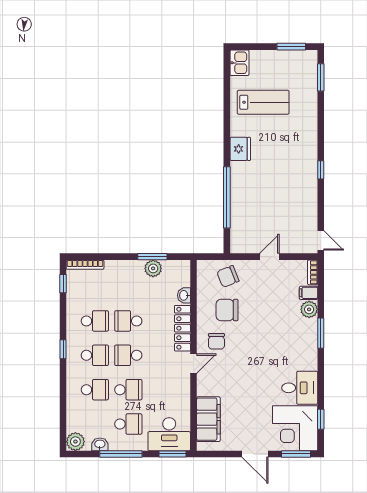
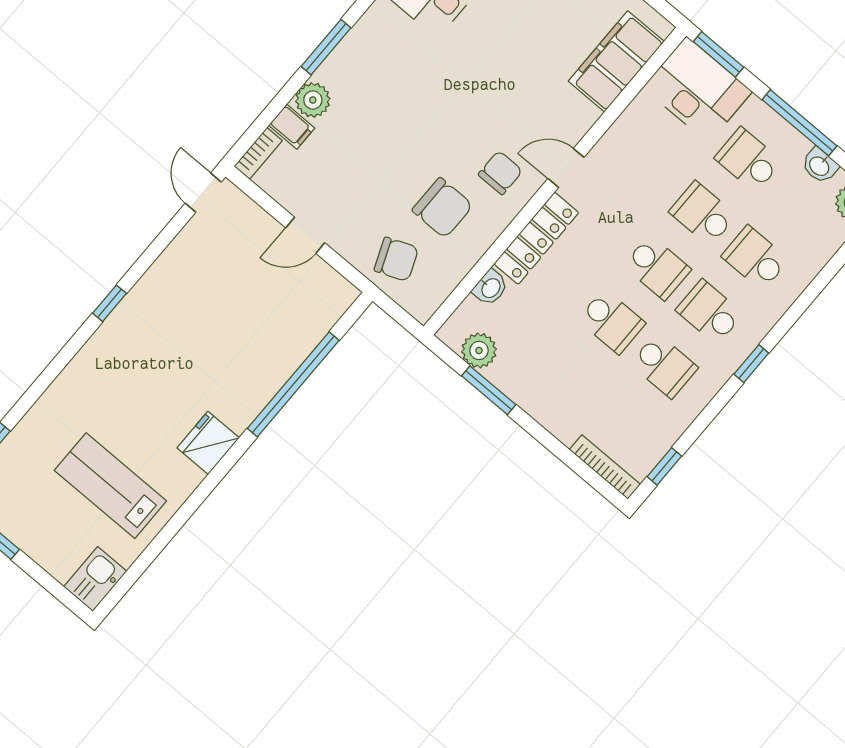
plant: (153, 268) -> (479, 351), moved
school desk: (95, 321) -> (664, 366), turned 180

